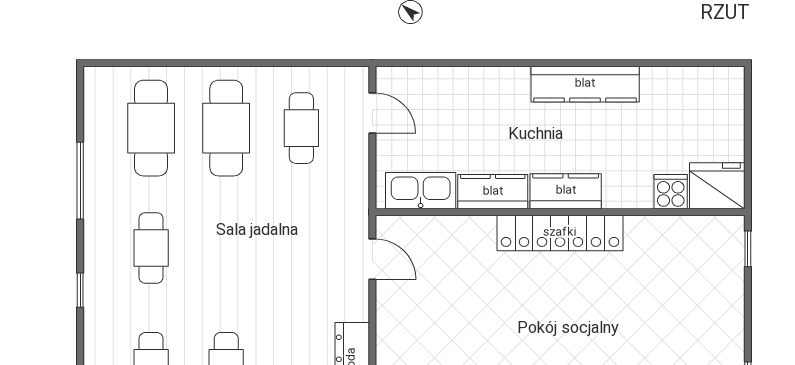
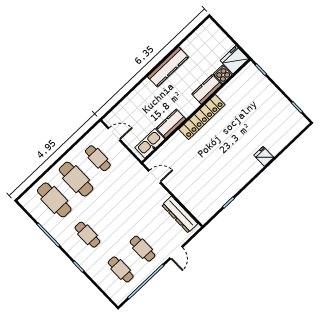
kitchen counter: (566, 191) -> (207, 89), moved

